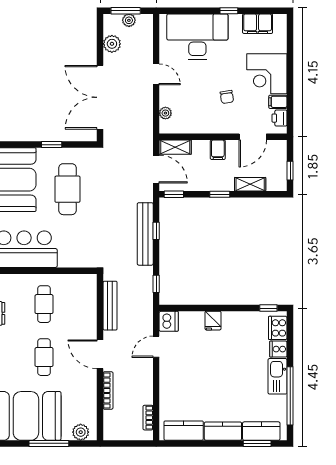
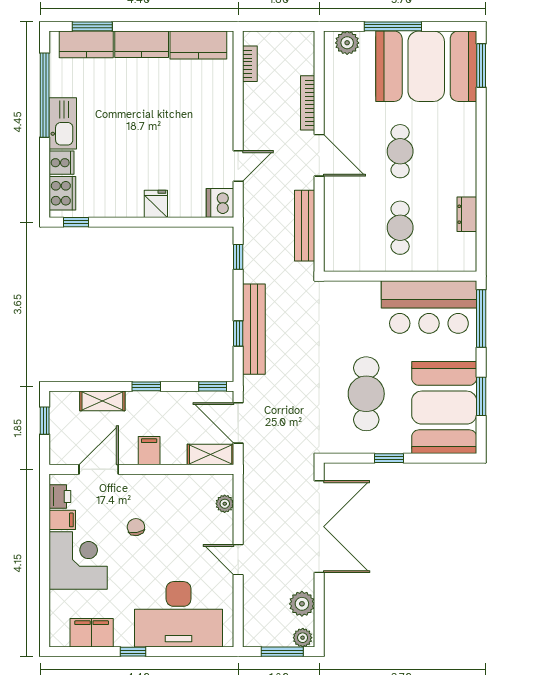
plant: (129, 20) -> (303, 638), moved

